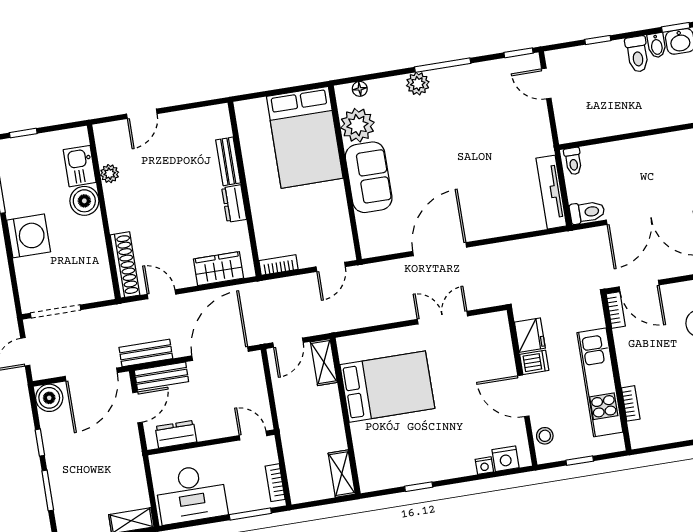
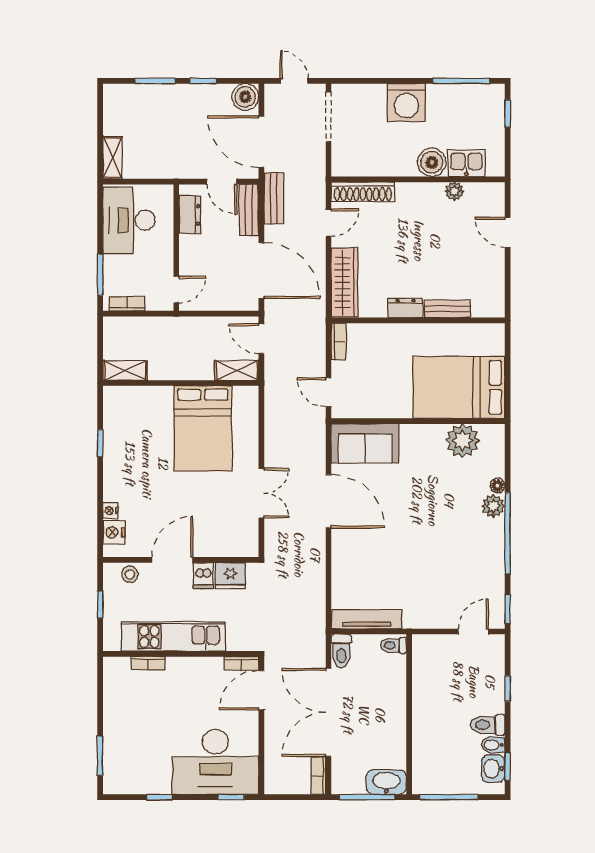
window: (443, 65) -> (508, 533), width x1.46
floor lamp: (360, 89) -> (498, 485), moved
sofa: (369, 177) -> (365, 443), moved
wardrobe: (219, 269) -> (345, 283), width x1.50

